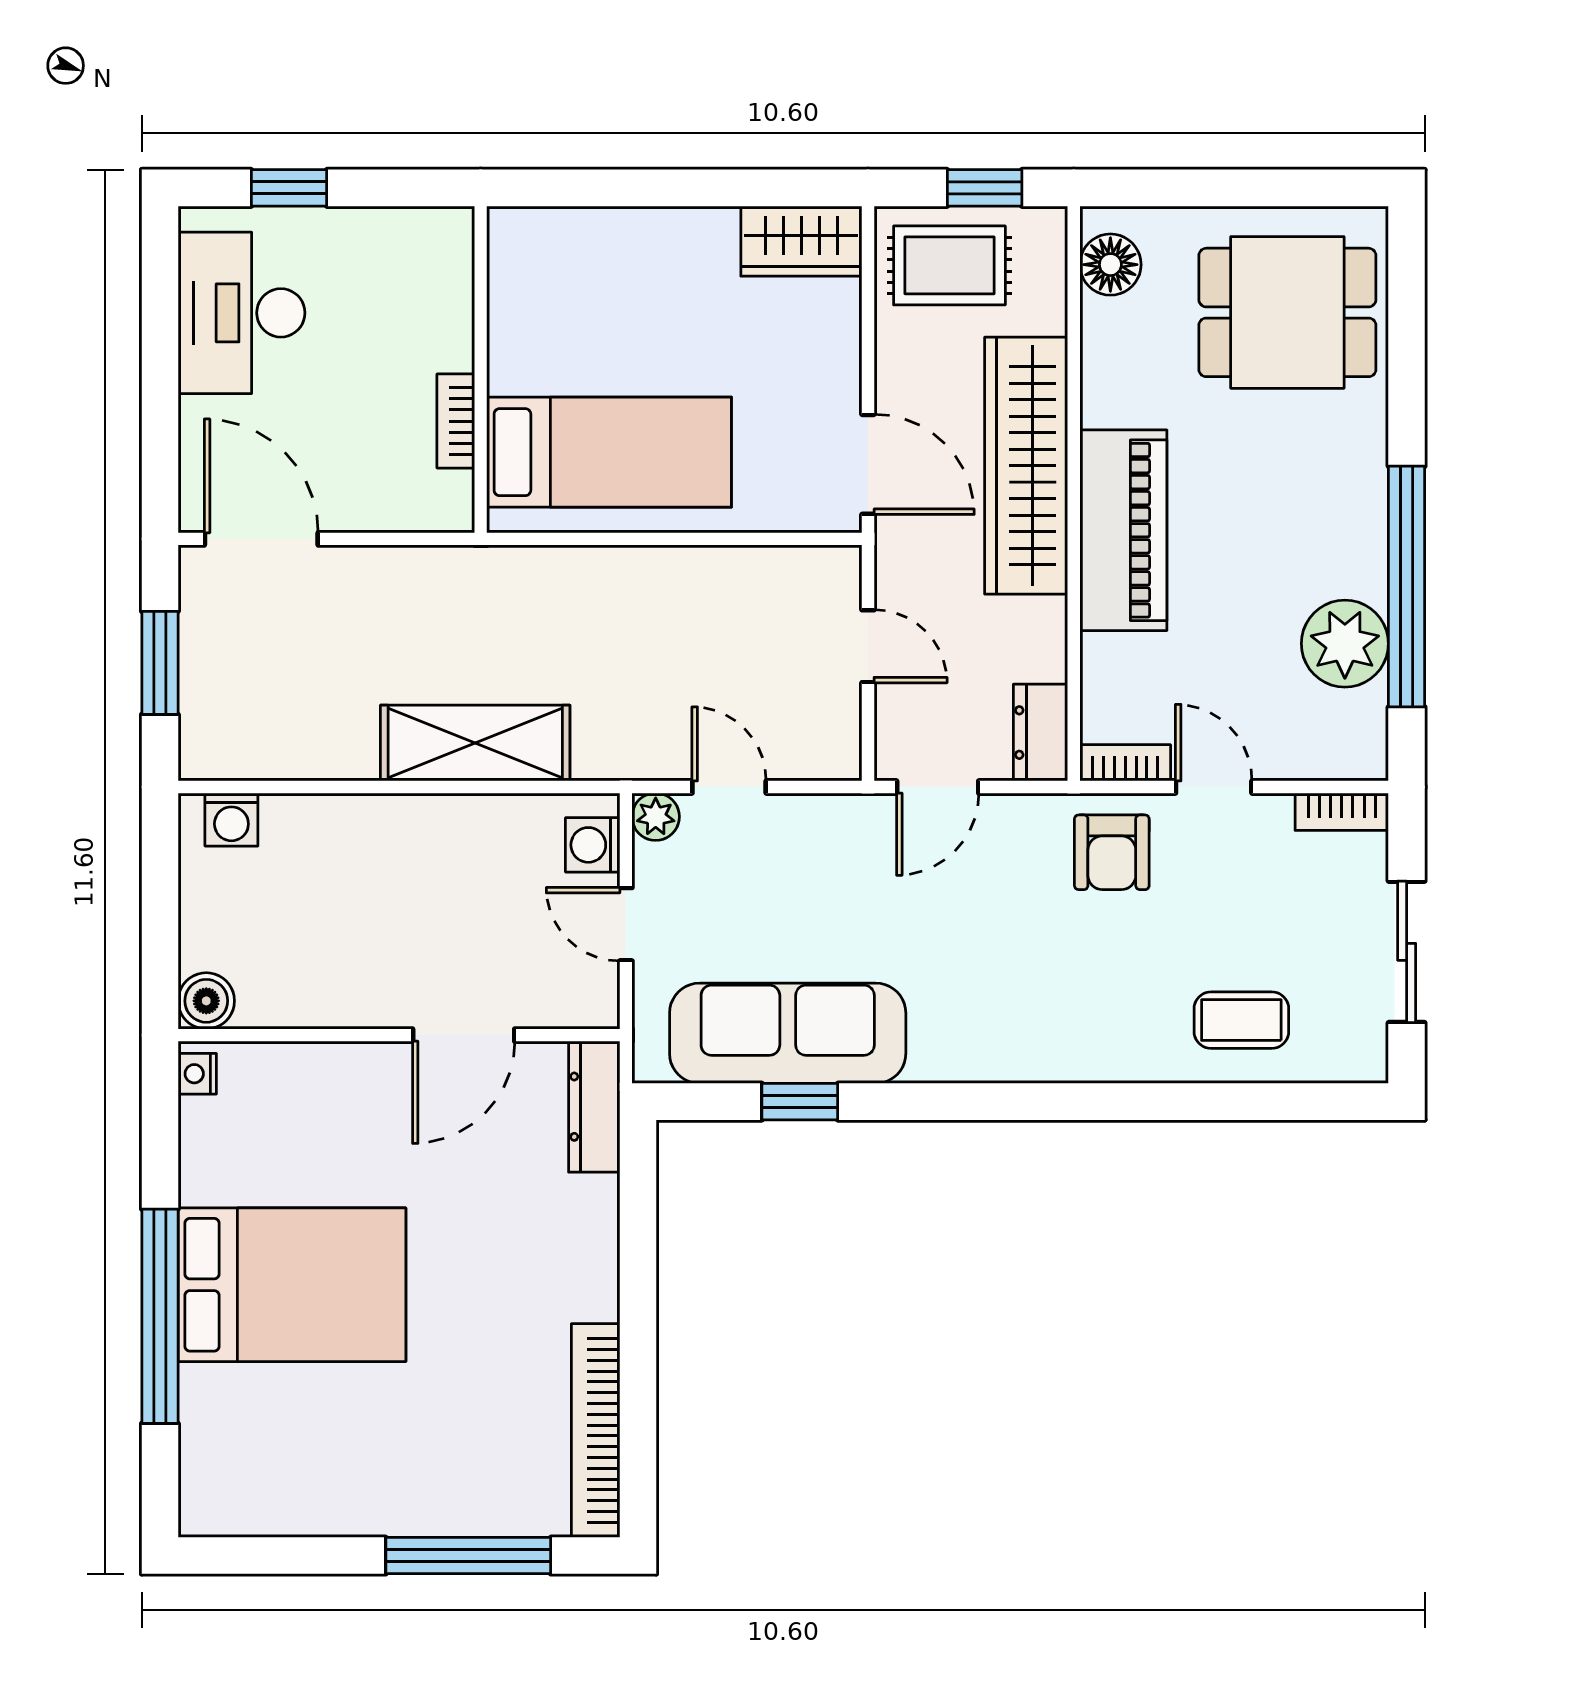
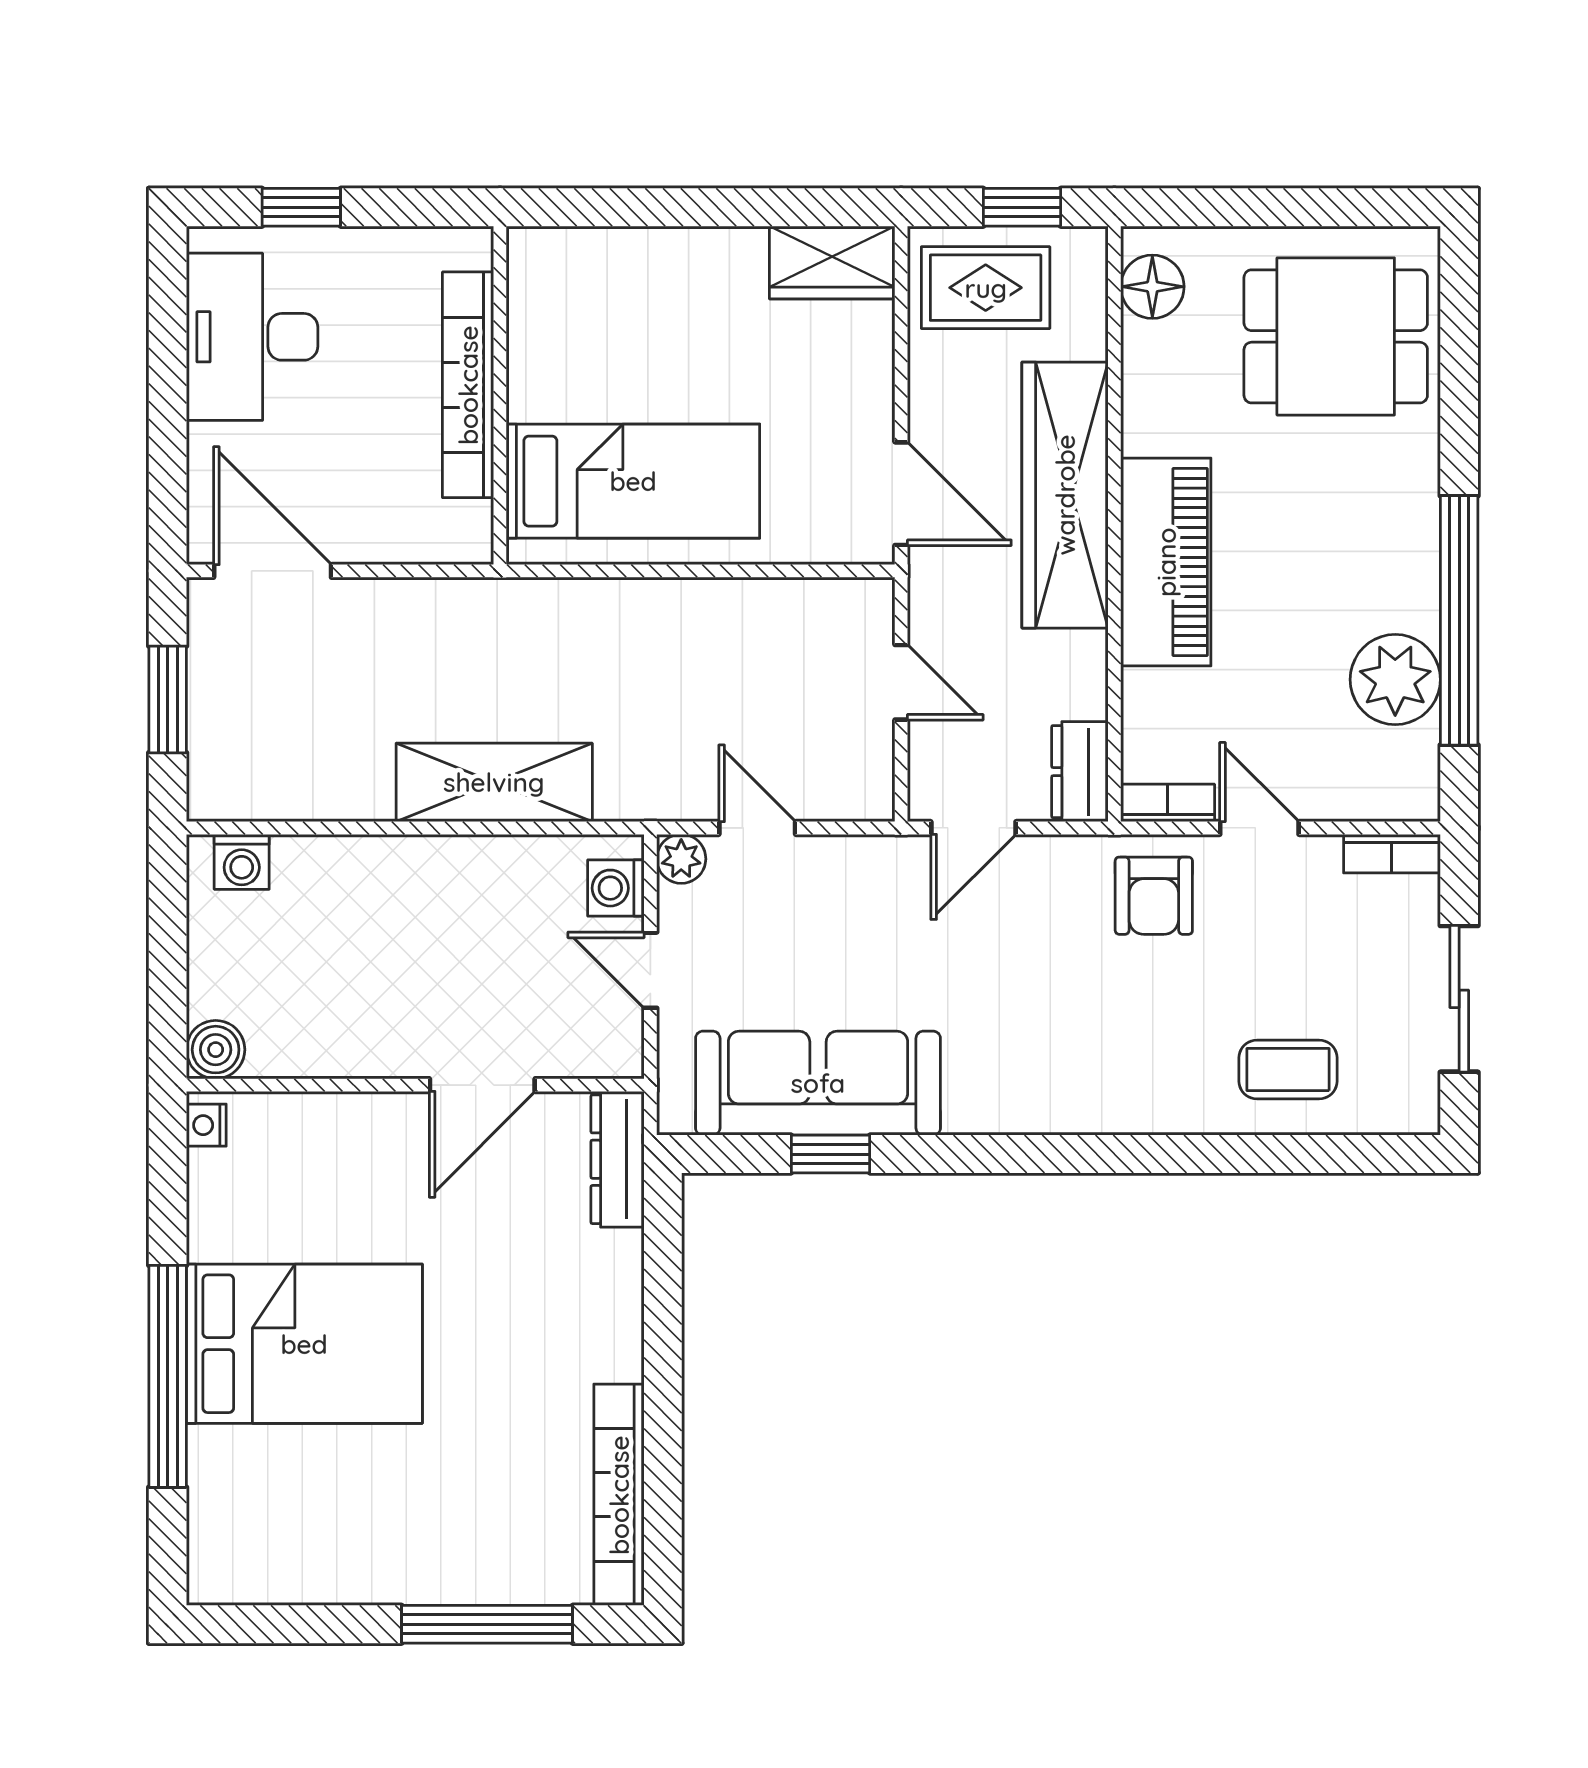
bookcase: (456, 421) -> (468, 385), width x2.31, depth x1.31

